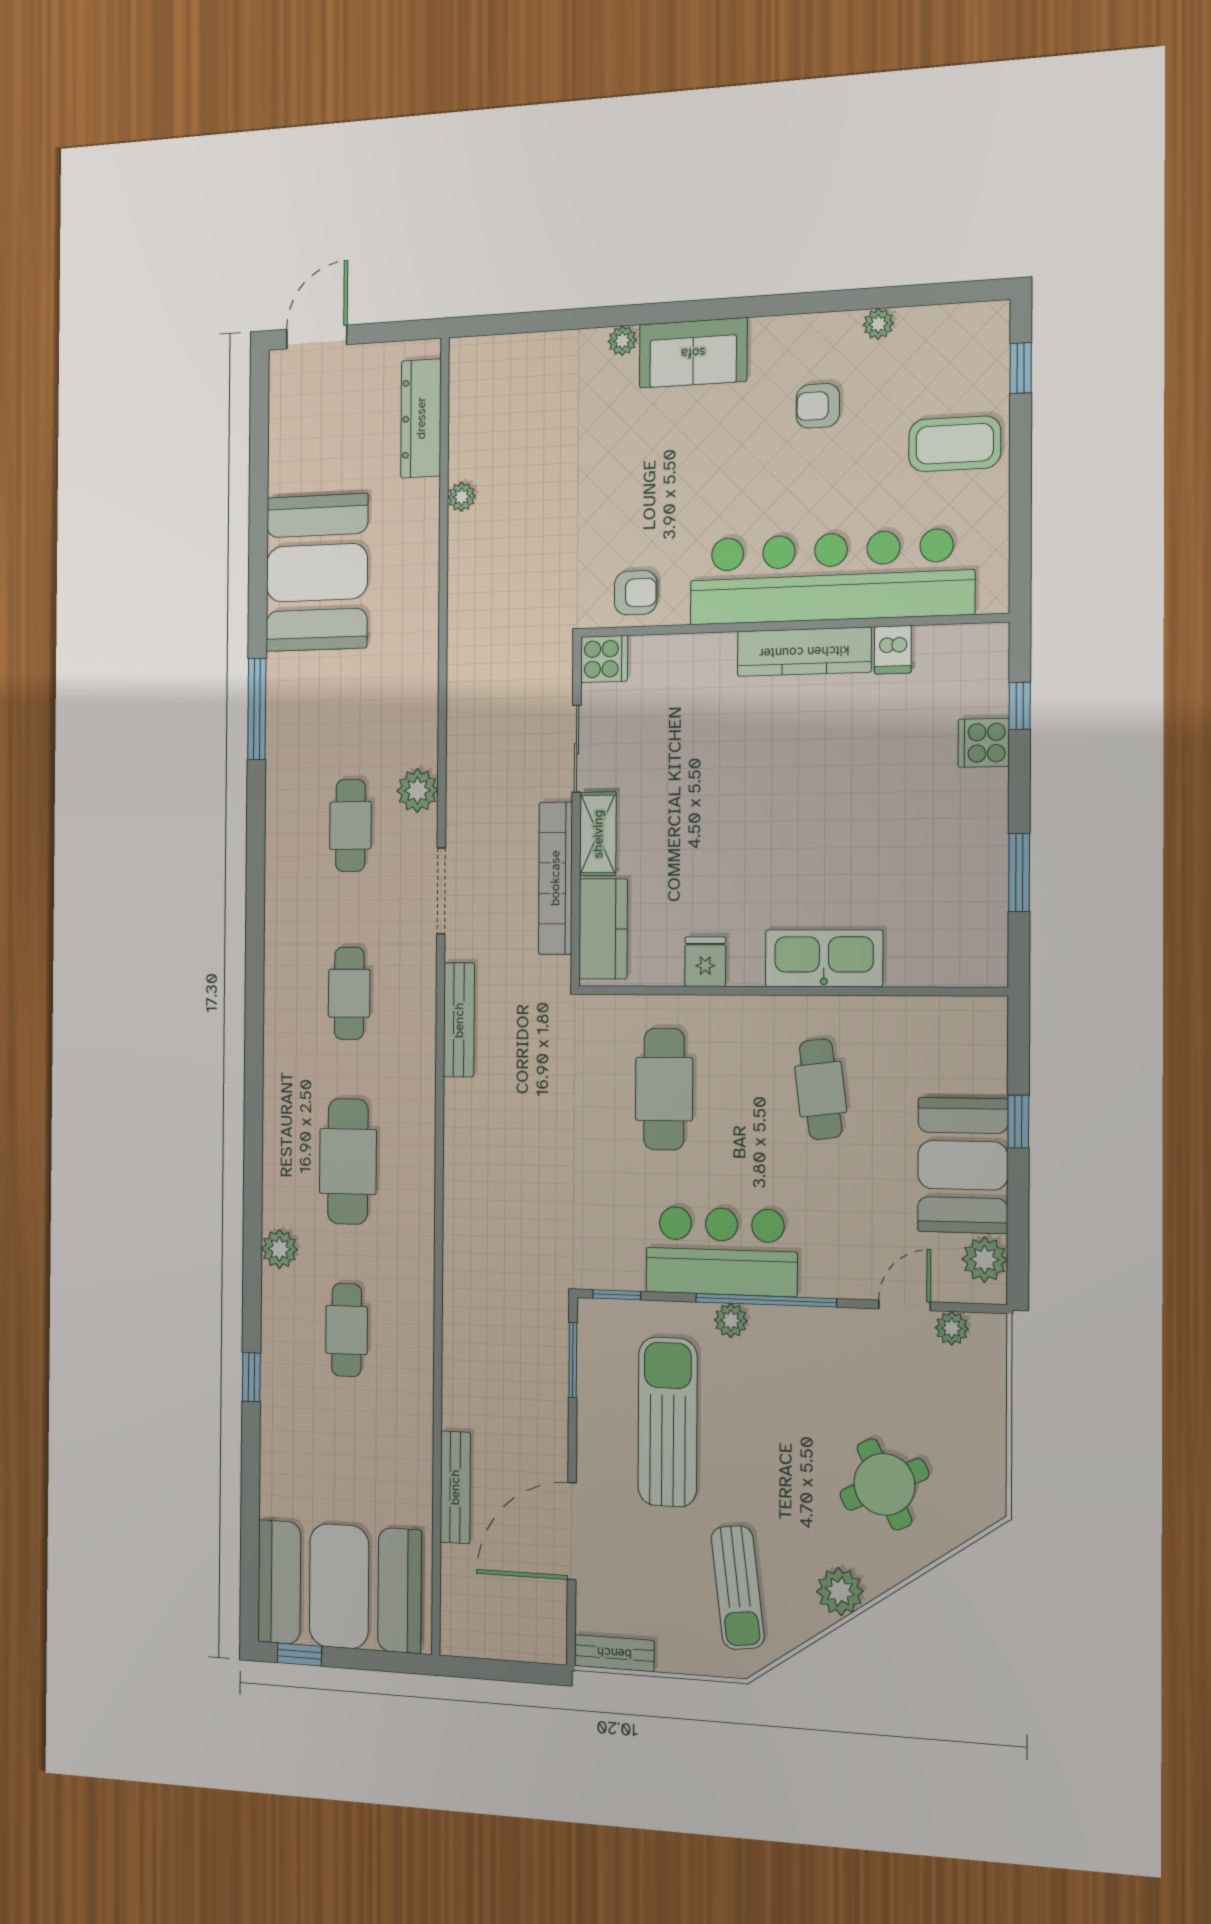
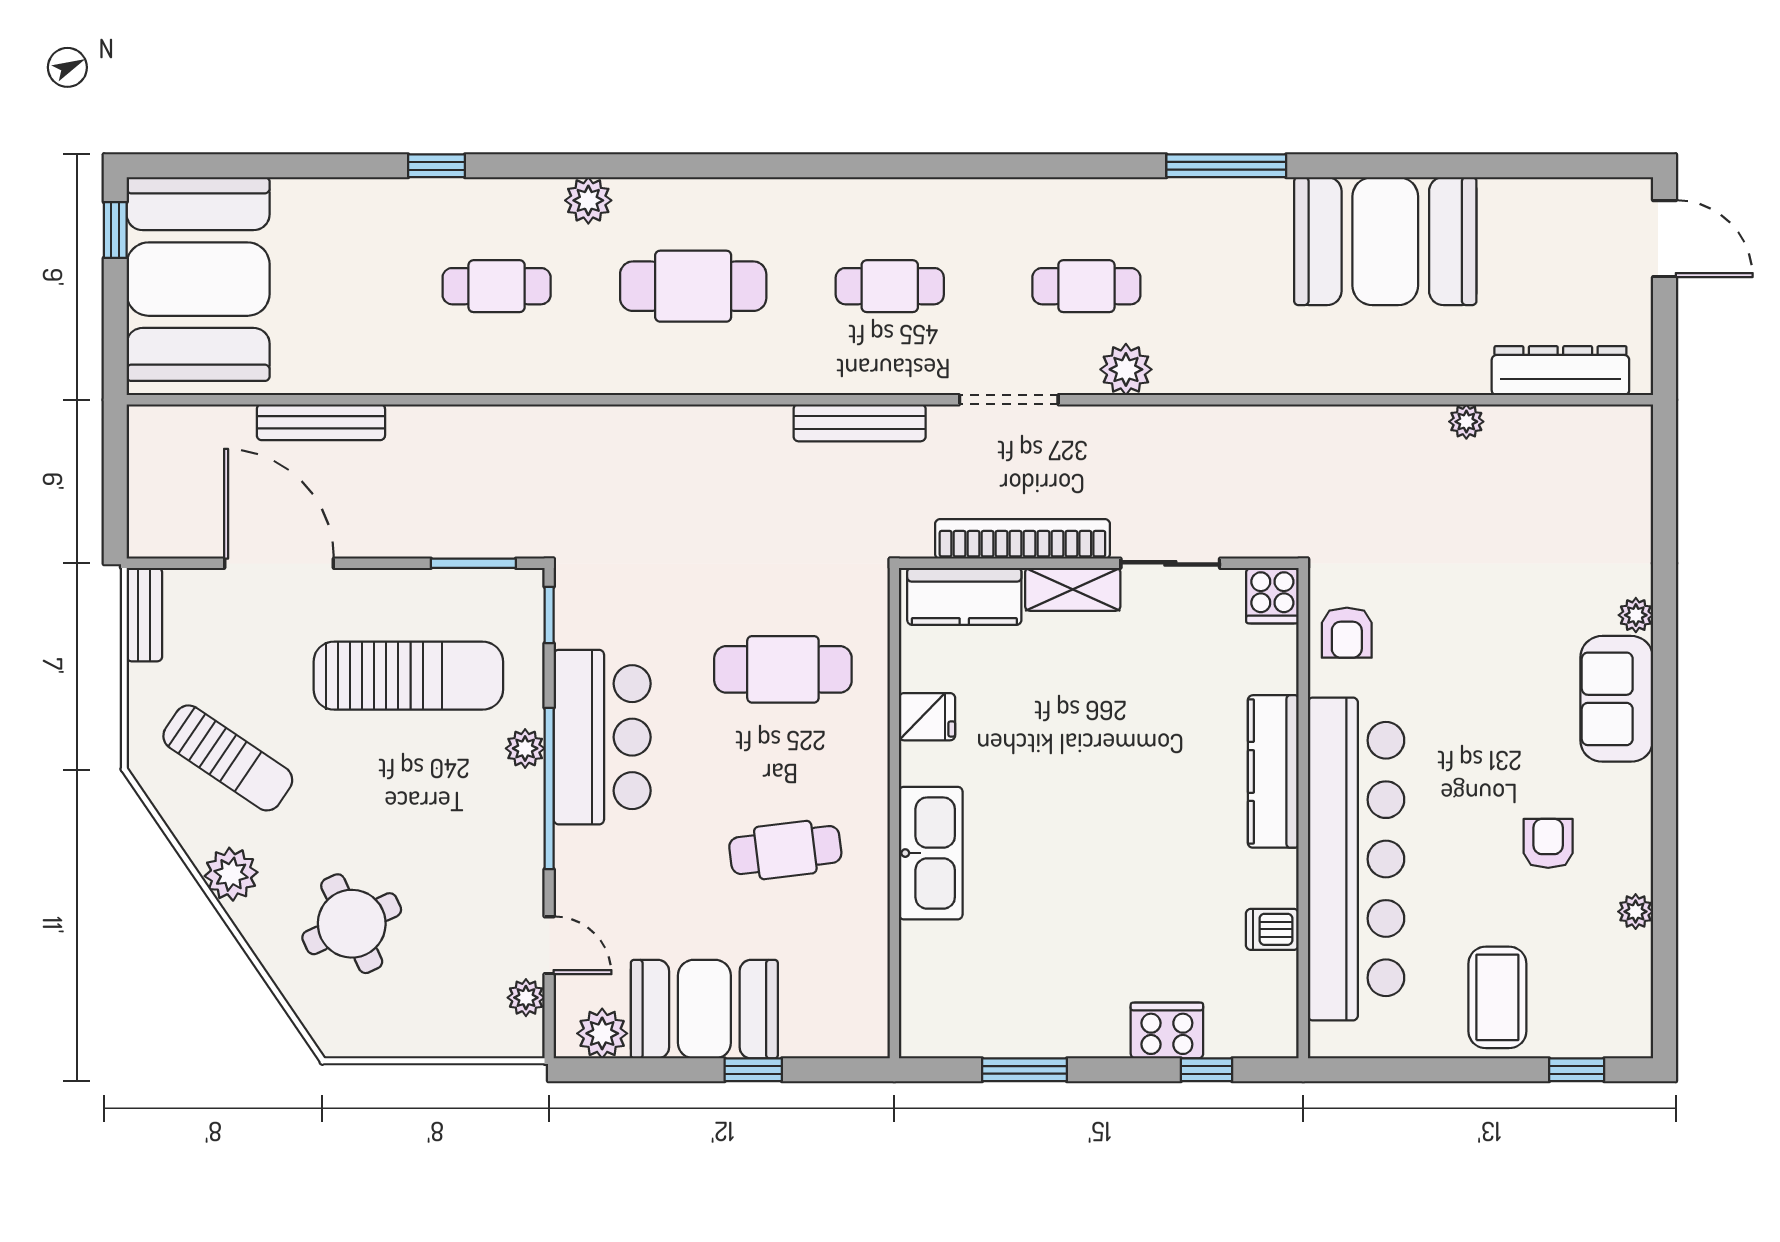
kitchen counter: (804, 652) -> (1273, 771), moved
cooker: (984, 743) -> (1167, 1030), width x1.36
sun lounger: (738, 1588) -> (228, 758), turned -139

